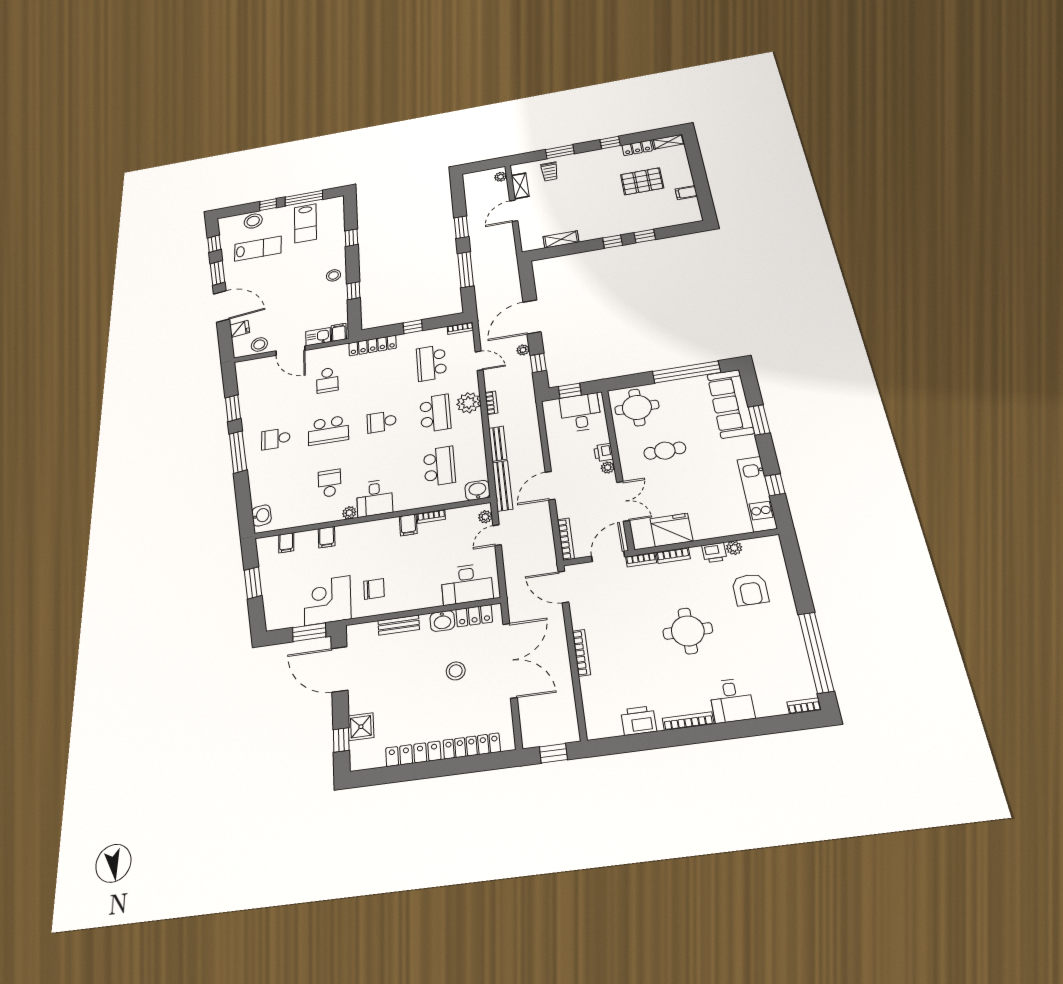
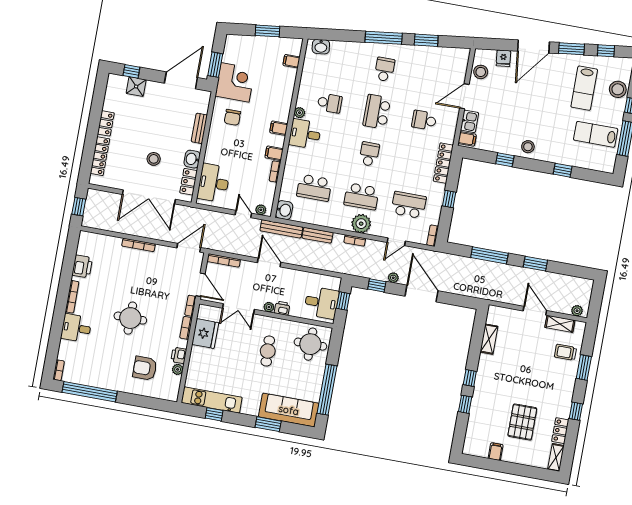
filing cabinet: (327, 537) -> (279, 128), moved
locker: (413, 754) -> (106, 123), width x0.66

